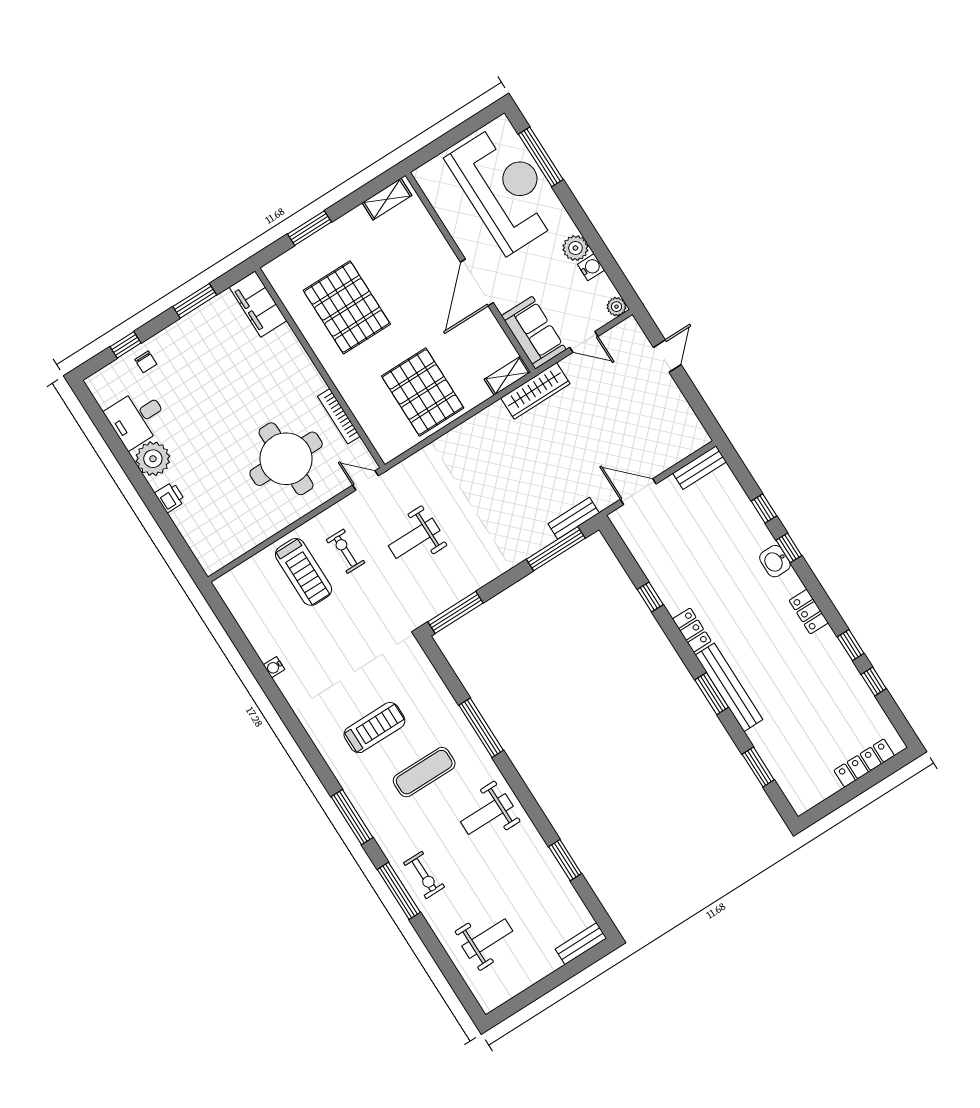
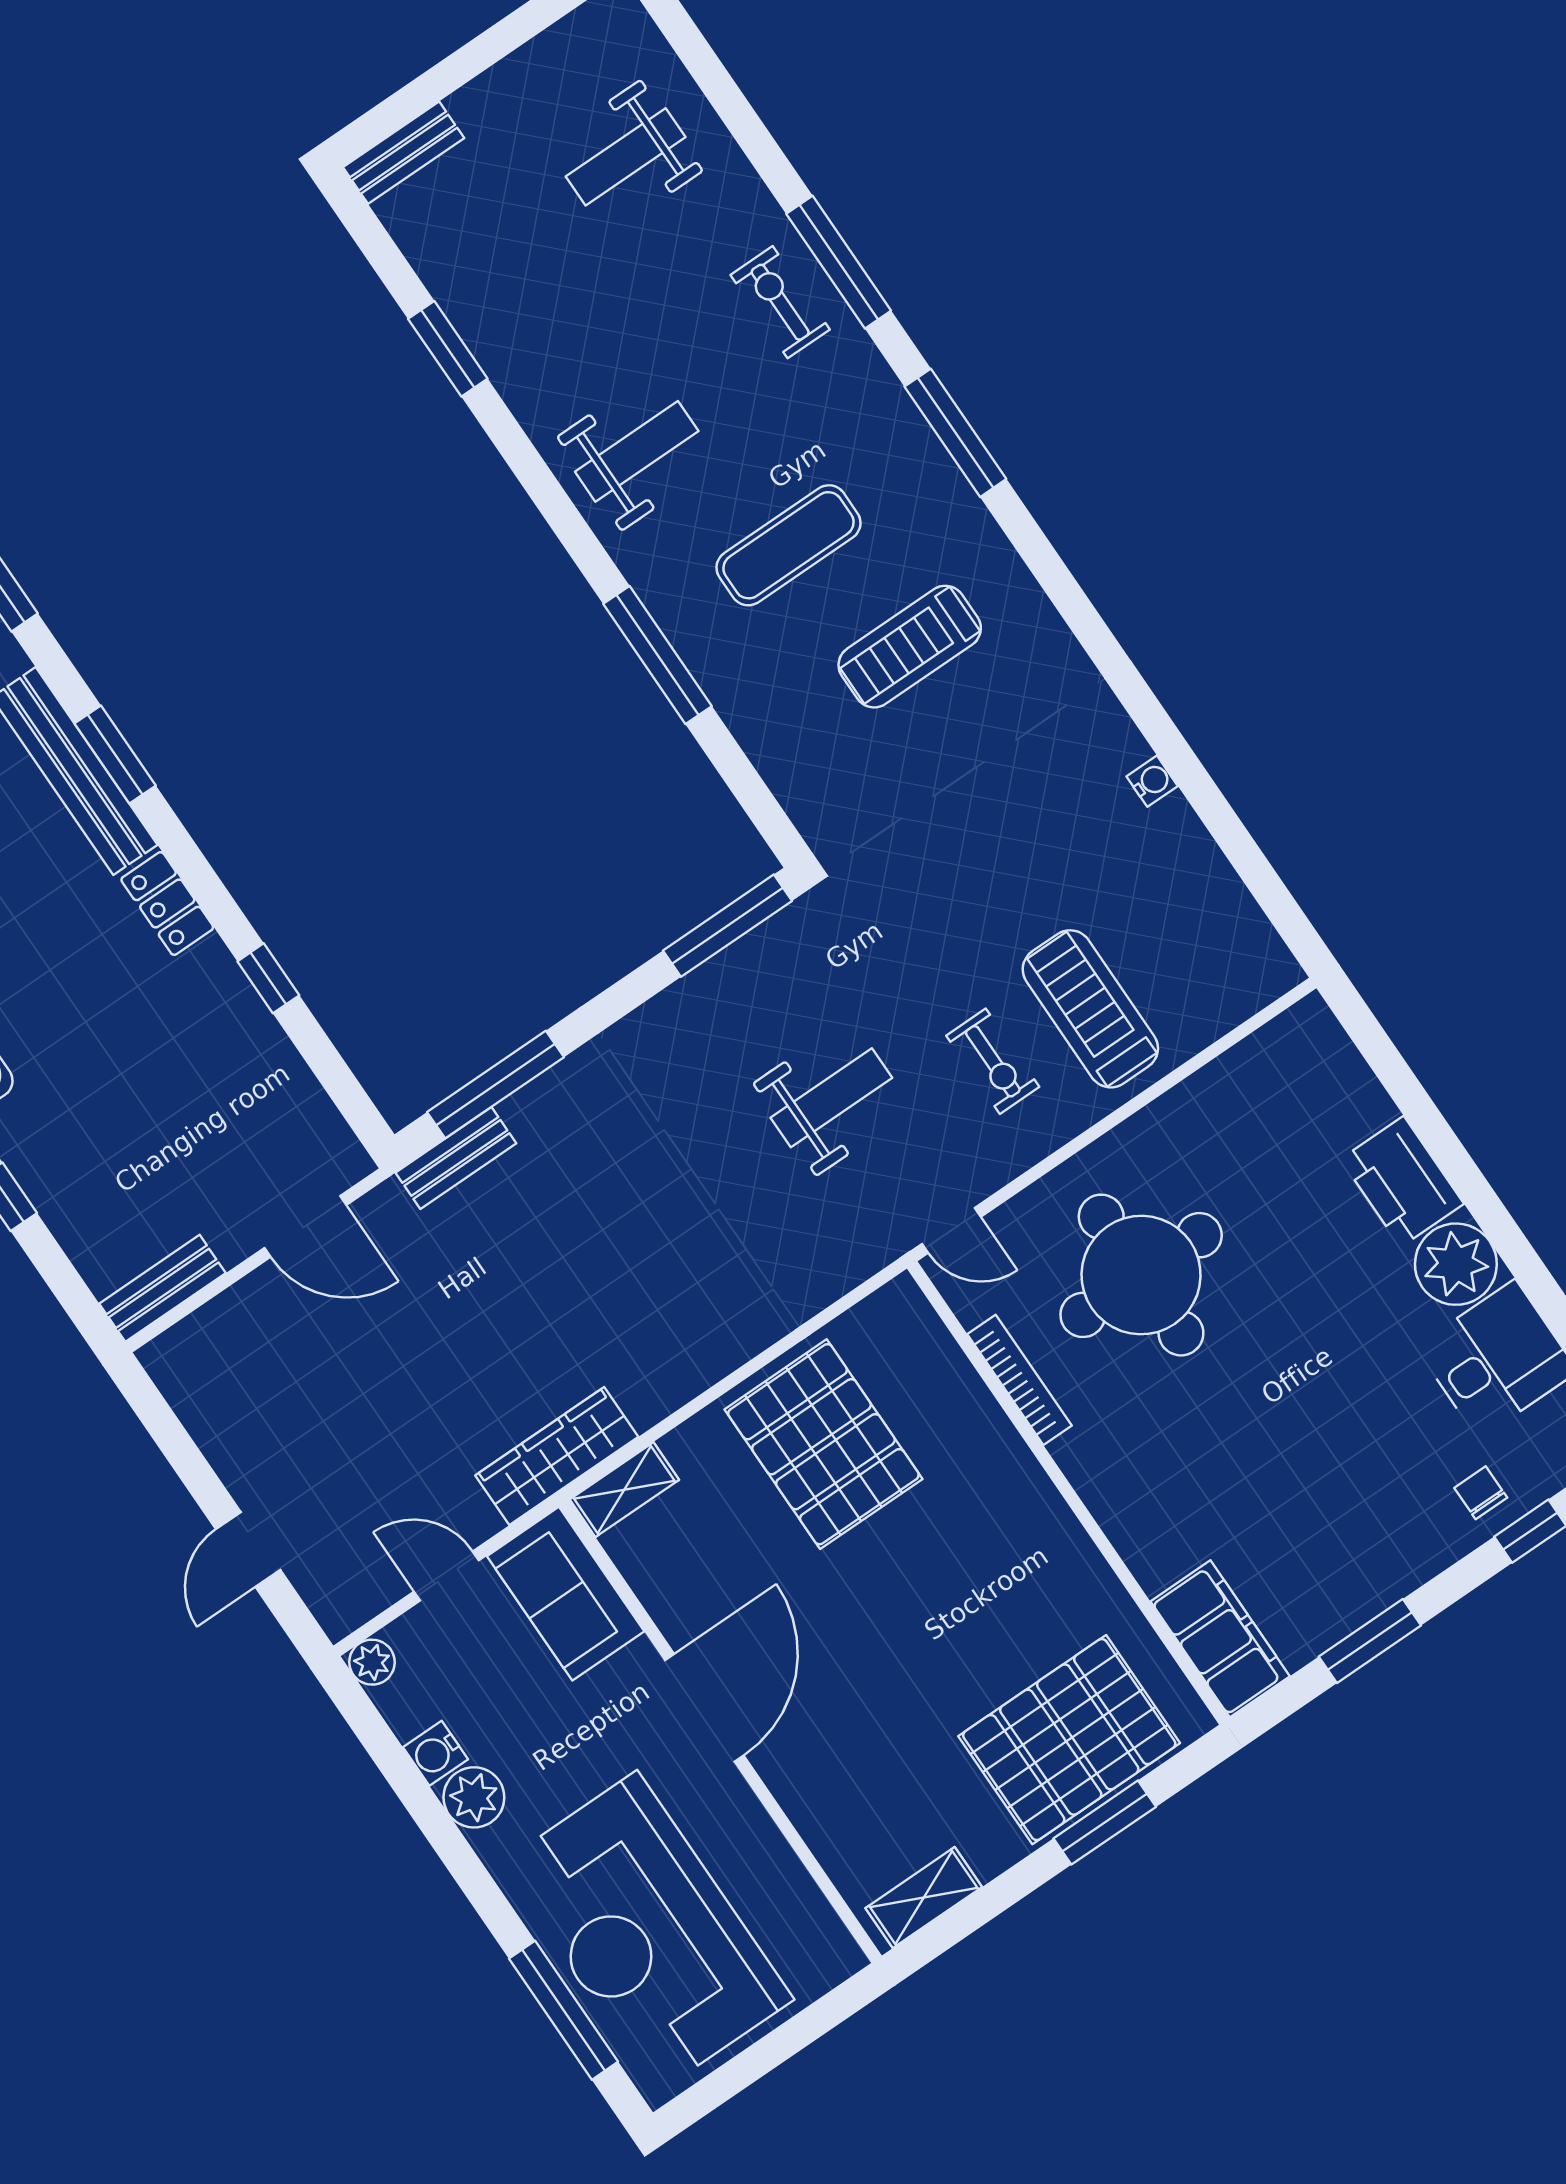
pallet: (347, 307) -> (1069, 1740), moved, turned 90
printer: (170, 497) -> (1402, 1181), width x1.87, depth x1.48

